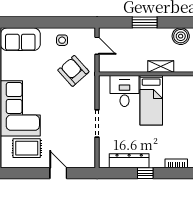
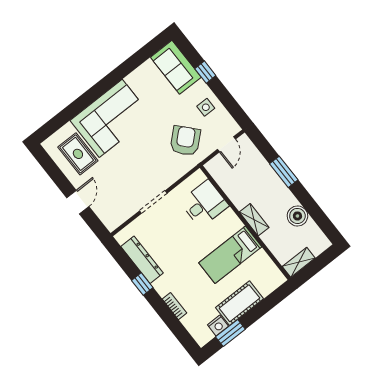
window: (39, 22) -> (205, 72), added
bed: (151, 100) -> (230, 255), moved

